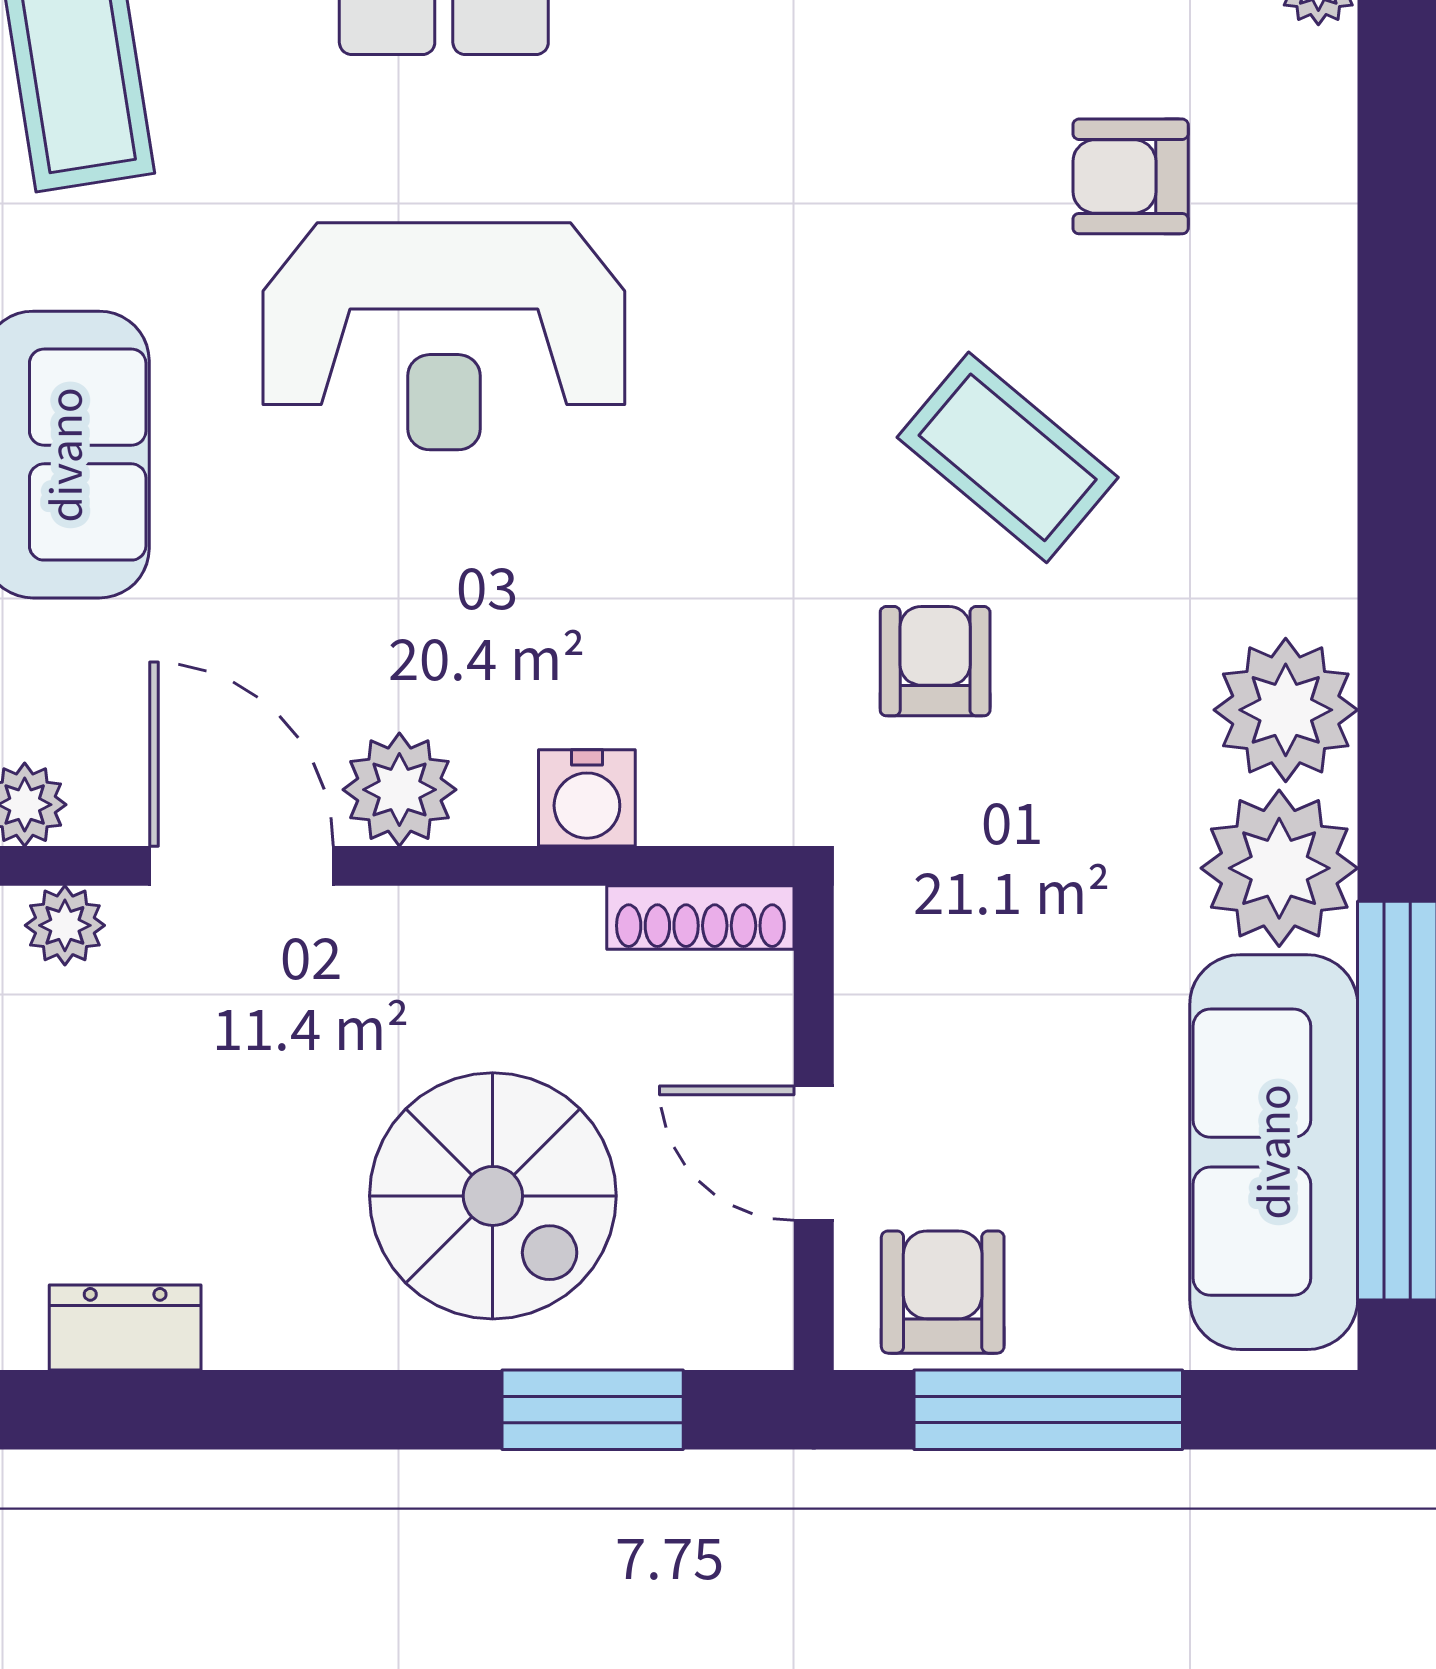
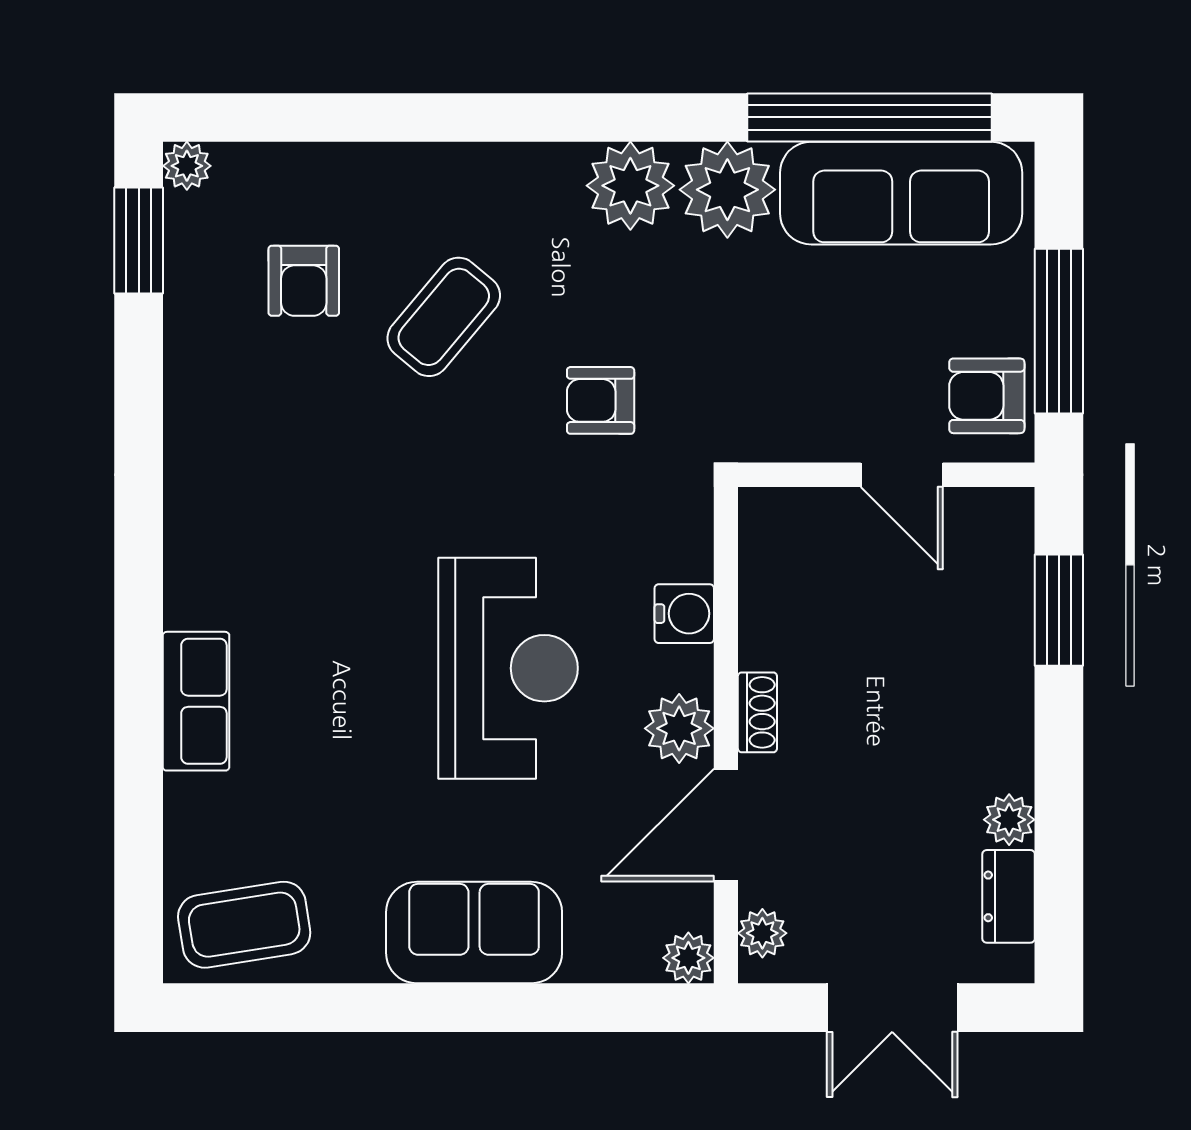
reception desk: (444, 336) -> (508, 668), moved
coffee table: (1008, 457) -> (444, 317), moved
shoe rack: (700, 917) -> (757, 712), moved, width x0.70
door: (814, 1153) -> (902, 475), hinge flipped
spiral stairs: (493, 1196) -> (928, 671), removed
plant: (250, 1329) -> (1009, 820), added

